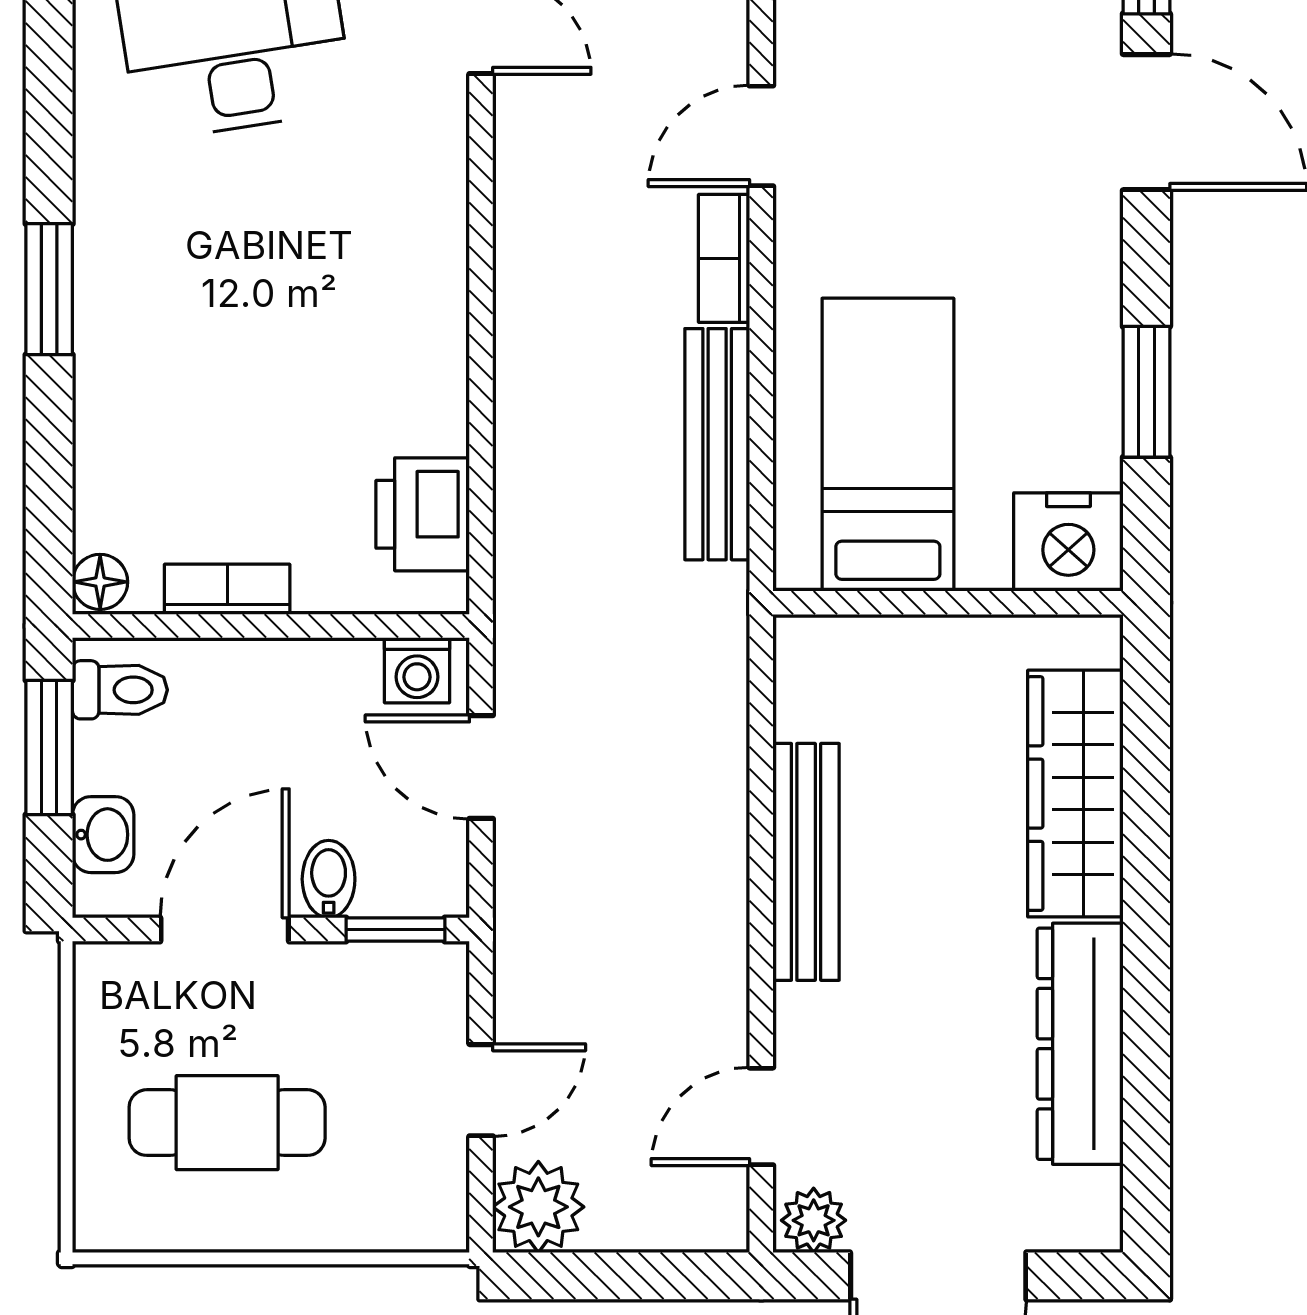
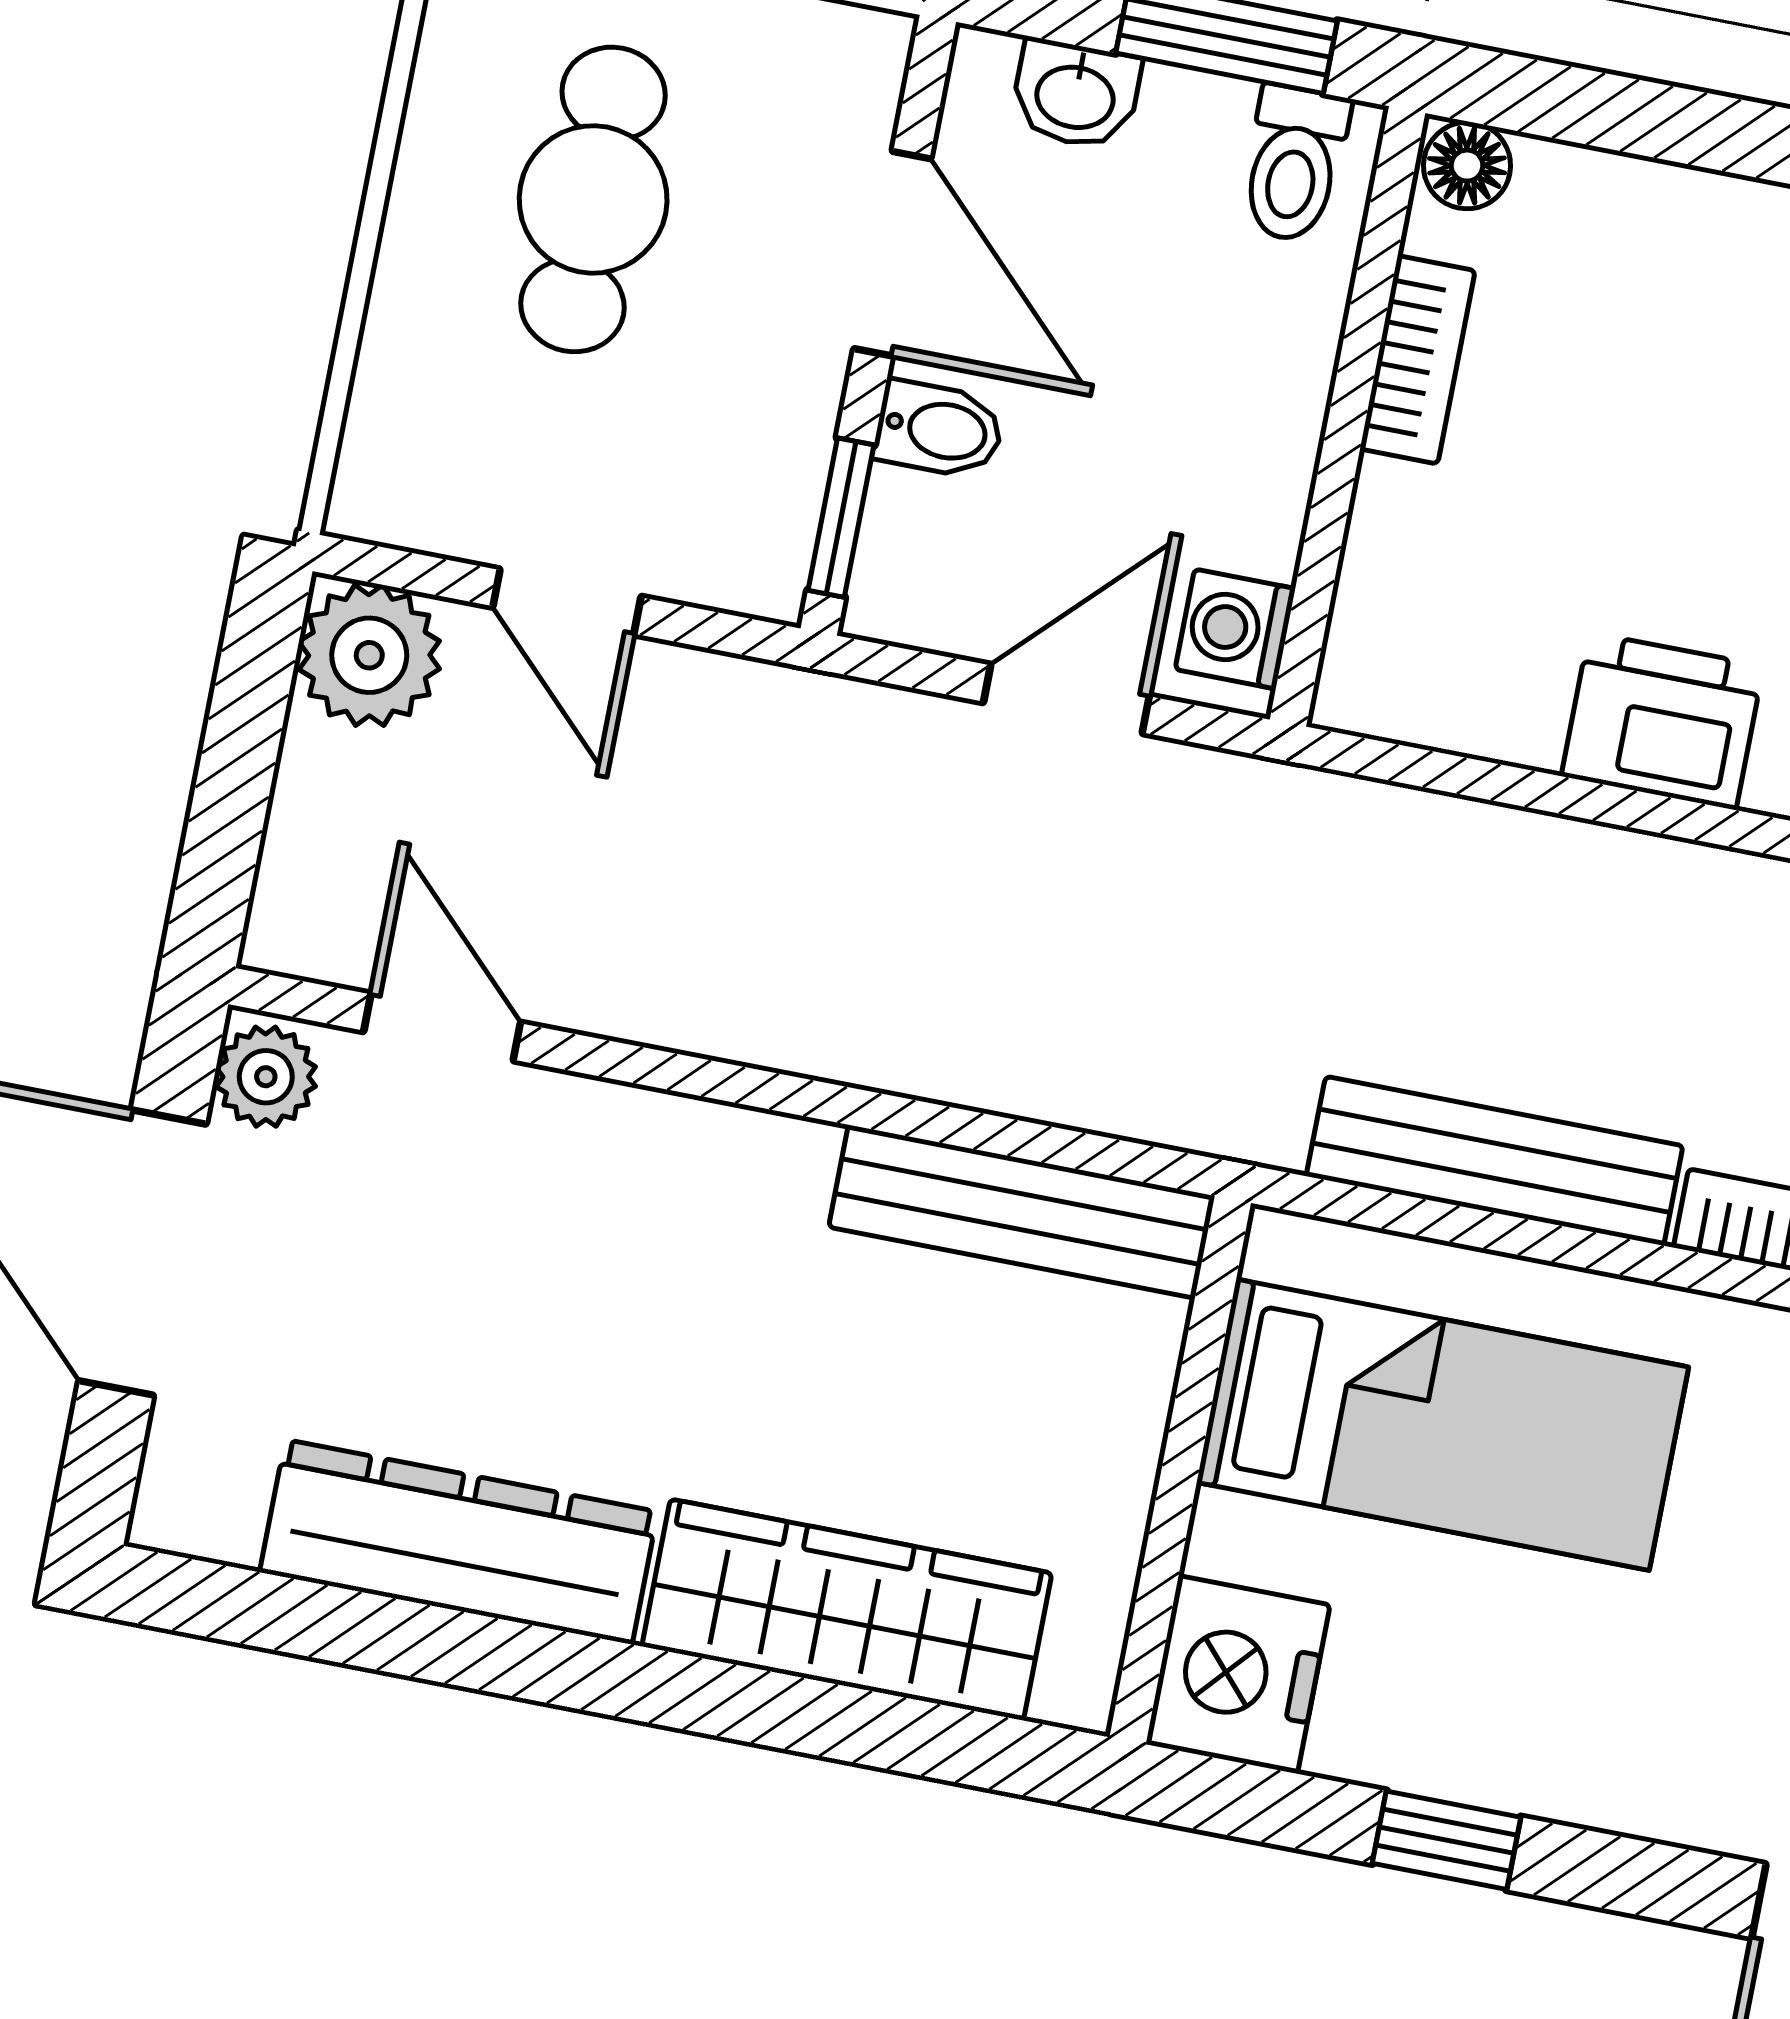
window: (1146, 392) -> (1446, 1840), width x0.67
printer: (423, 514) -> (1662, 721), moved
bench: (806, 862) -> (1022, 1212), moved

